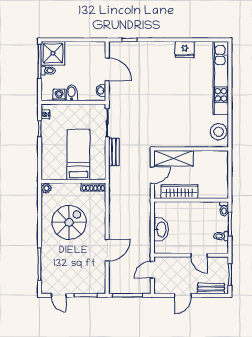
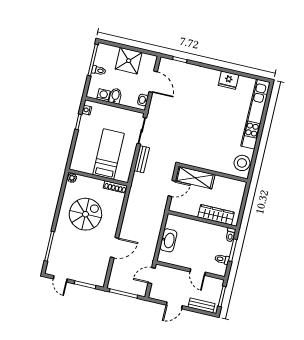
shower: (53, 53) -> (129, 61), moved
wardrobe: (180, 192) -> (216, 215), moved

